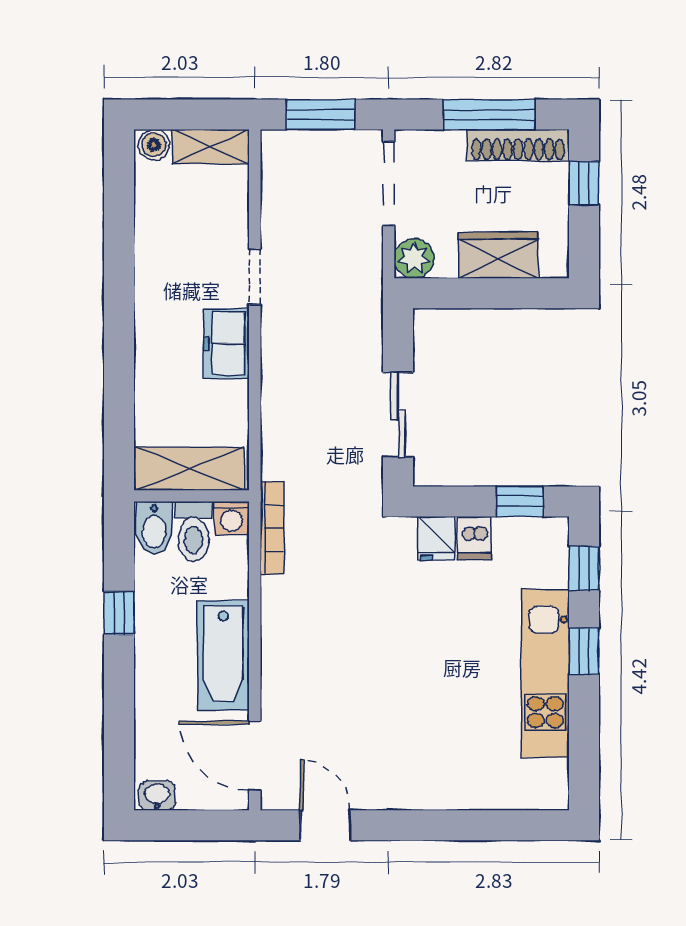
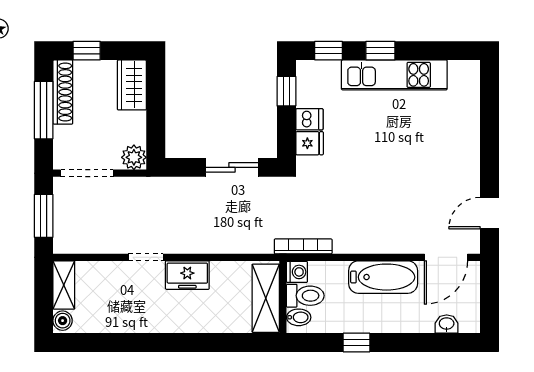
wardrobe: (498, 255) -> (132, 85), moved
bidet: (154, 528) -> (299, 317), width x0.72, depth x0.74
washbasin: (157, 796) -> (447, 324), moved, turned 90

